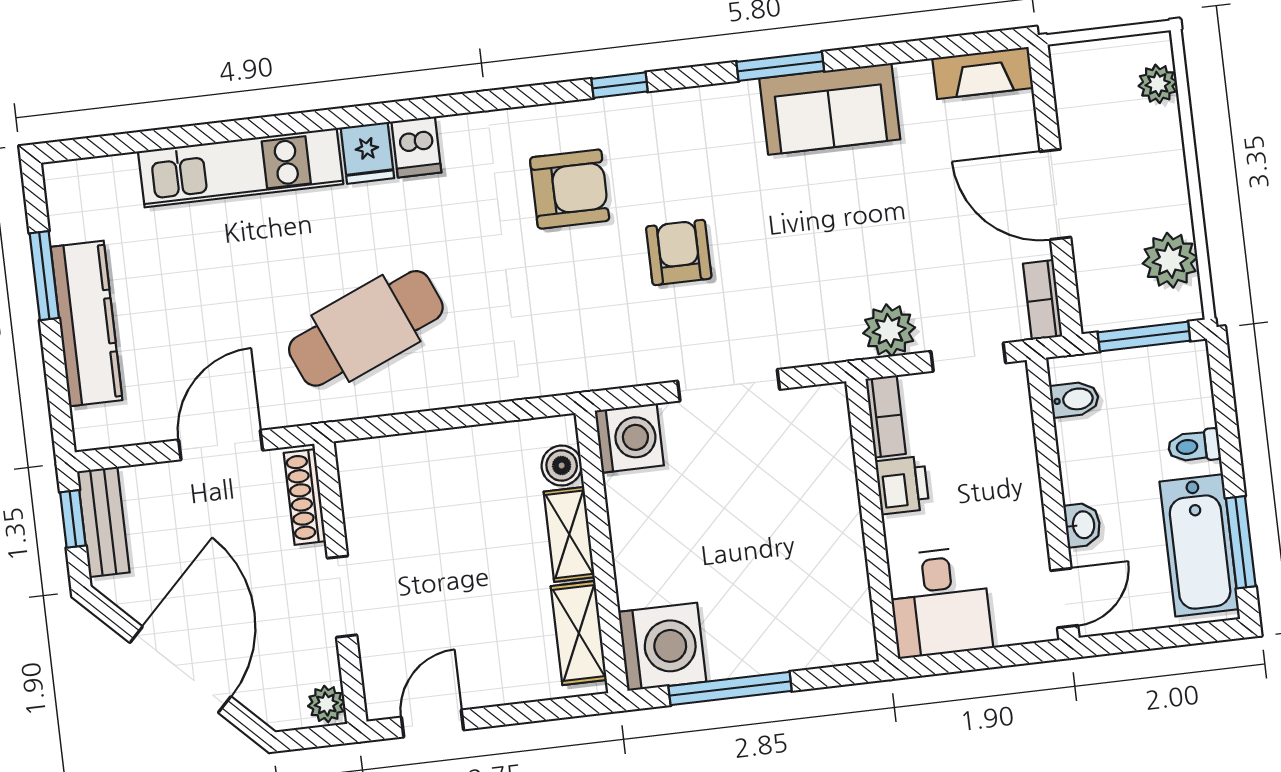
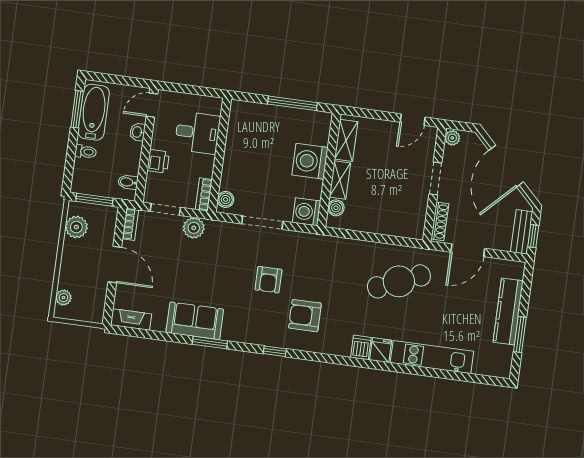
boiler: (830, 418) -> (226, 199), added
printer: (902, 485) -> (158, 161), moved, turned 180
desk: (940, 602) -> (197, 133), moved, turned 90
washing machine: (662, 647) -> (310, 161), moved

